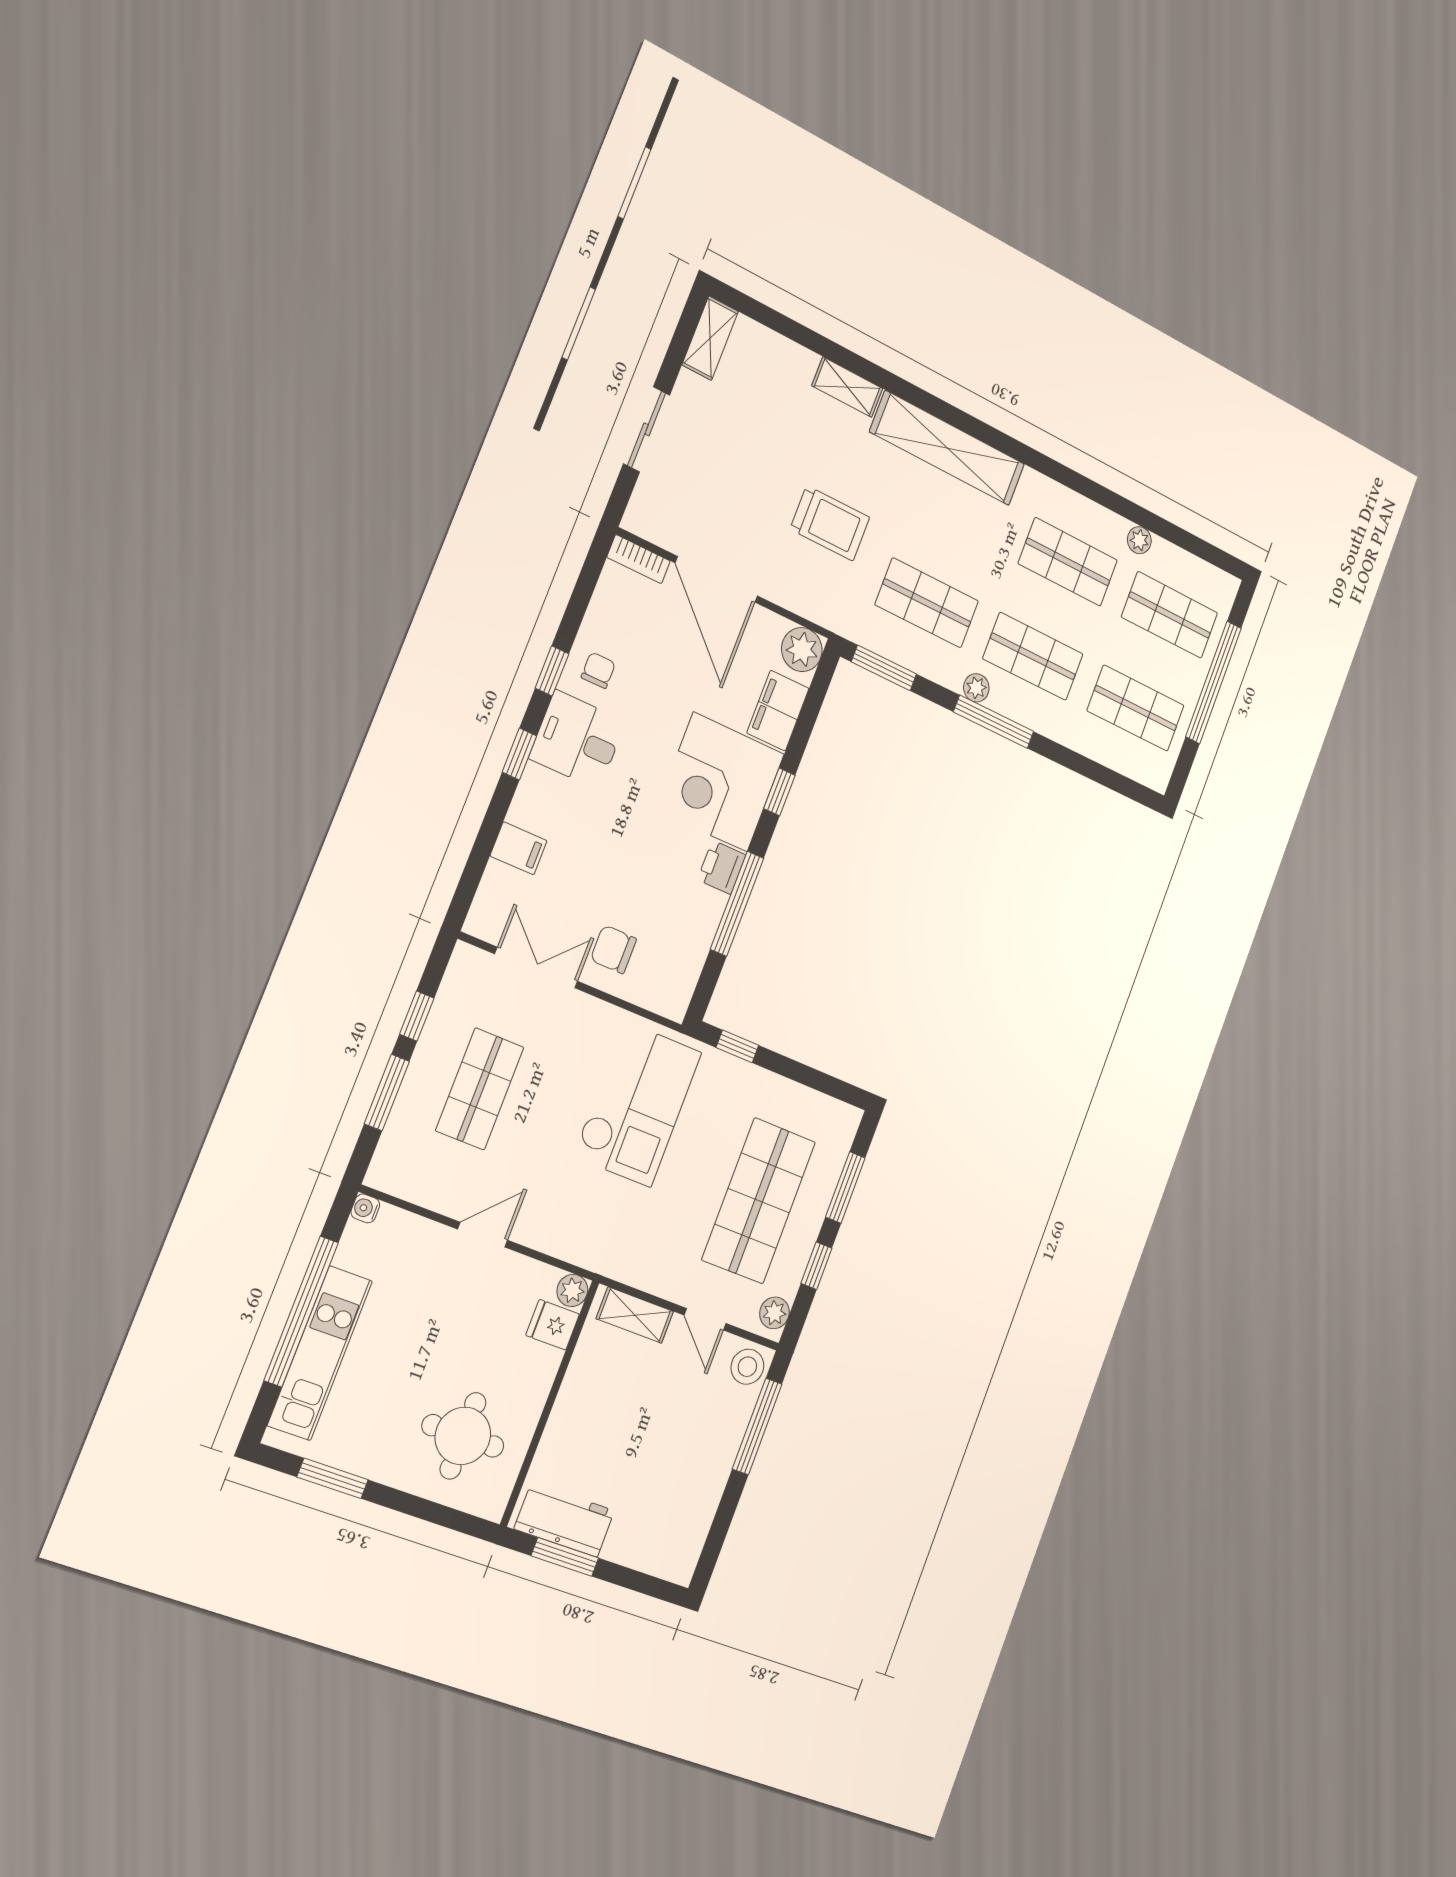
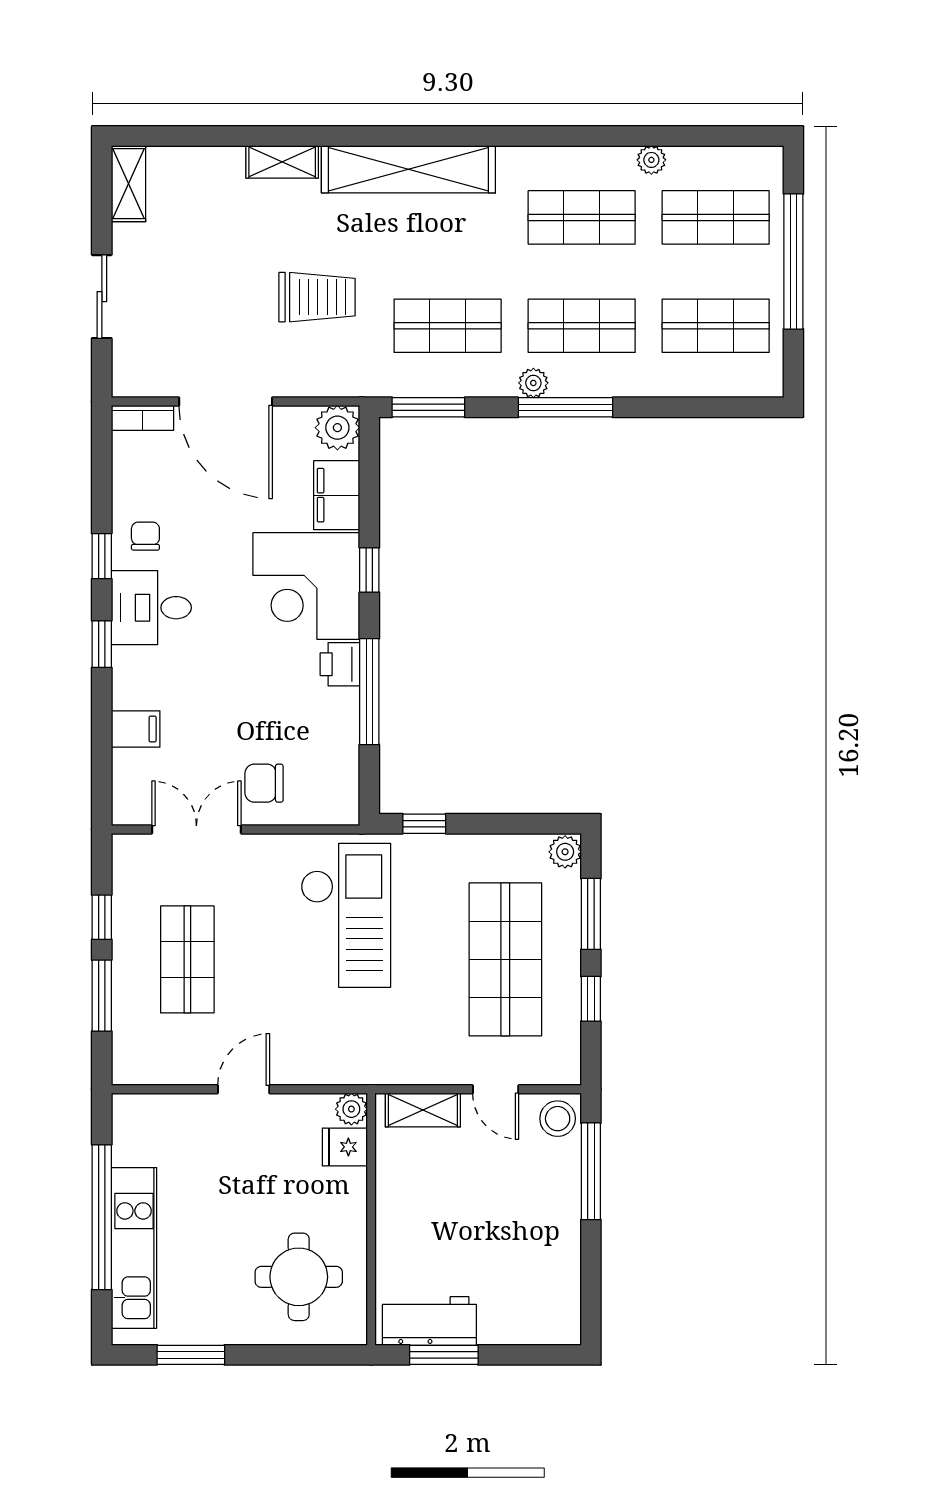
water cooler: (365, 1208) -> (124, 1106), removed
plant: (774, 1313) -> (565, 852), moved

